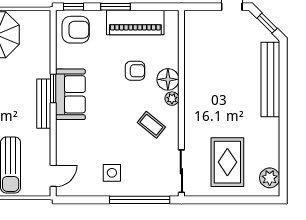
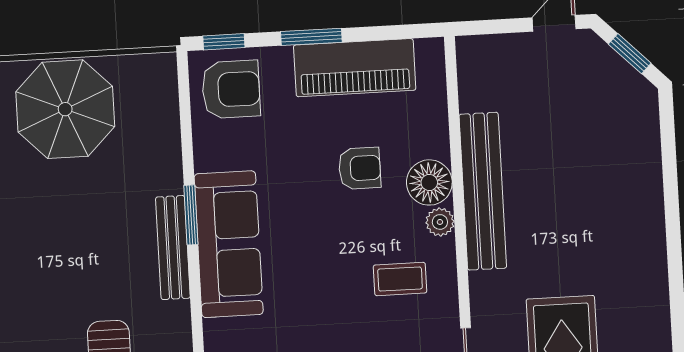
bench: (270, 80) -> (483, 191), moved
sofa: (70, 94) -> (229, 244), width x1.36
coffee table: (151, 125) -> (400, 279), turned -39

